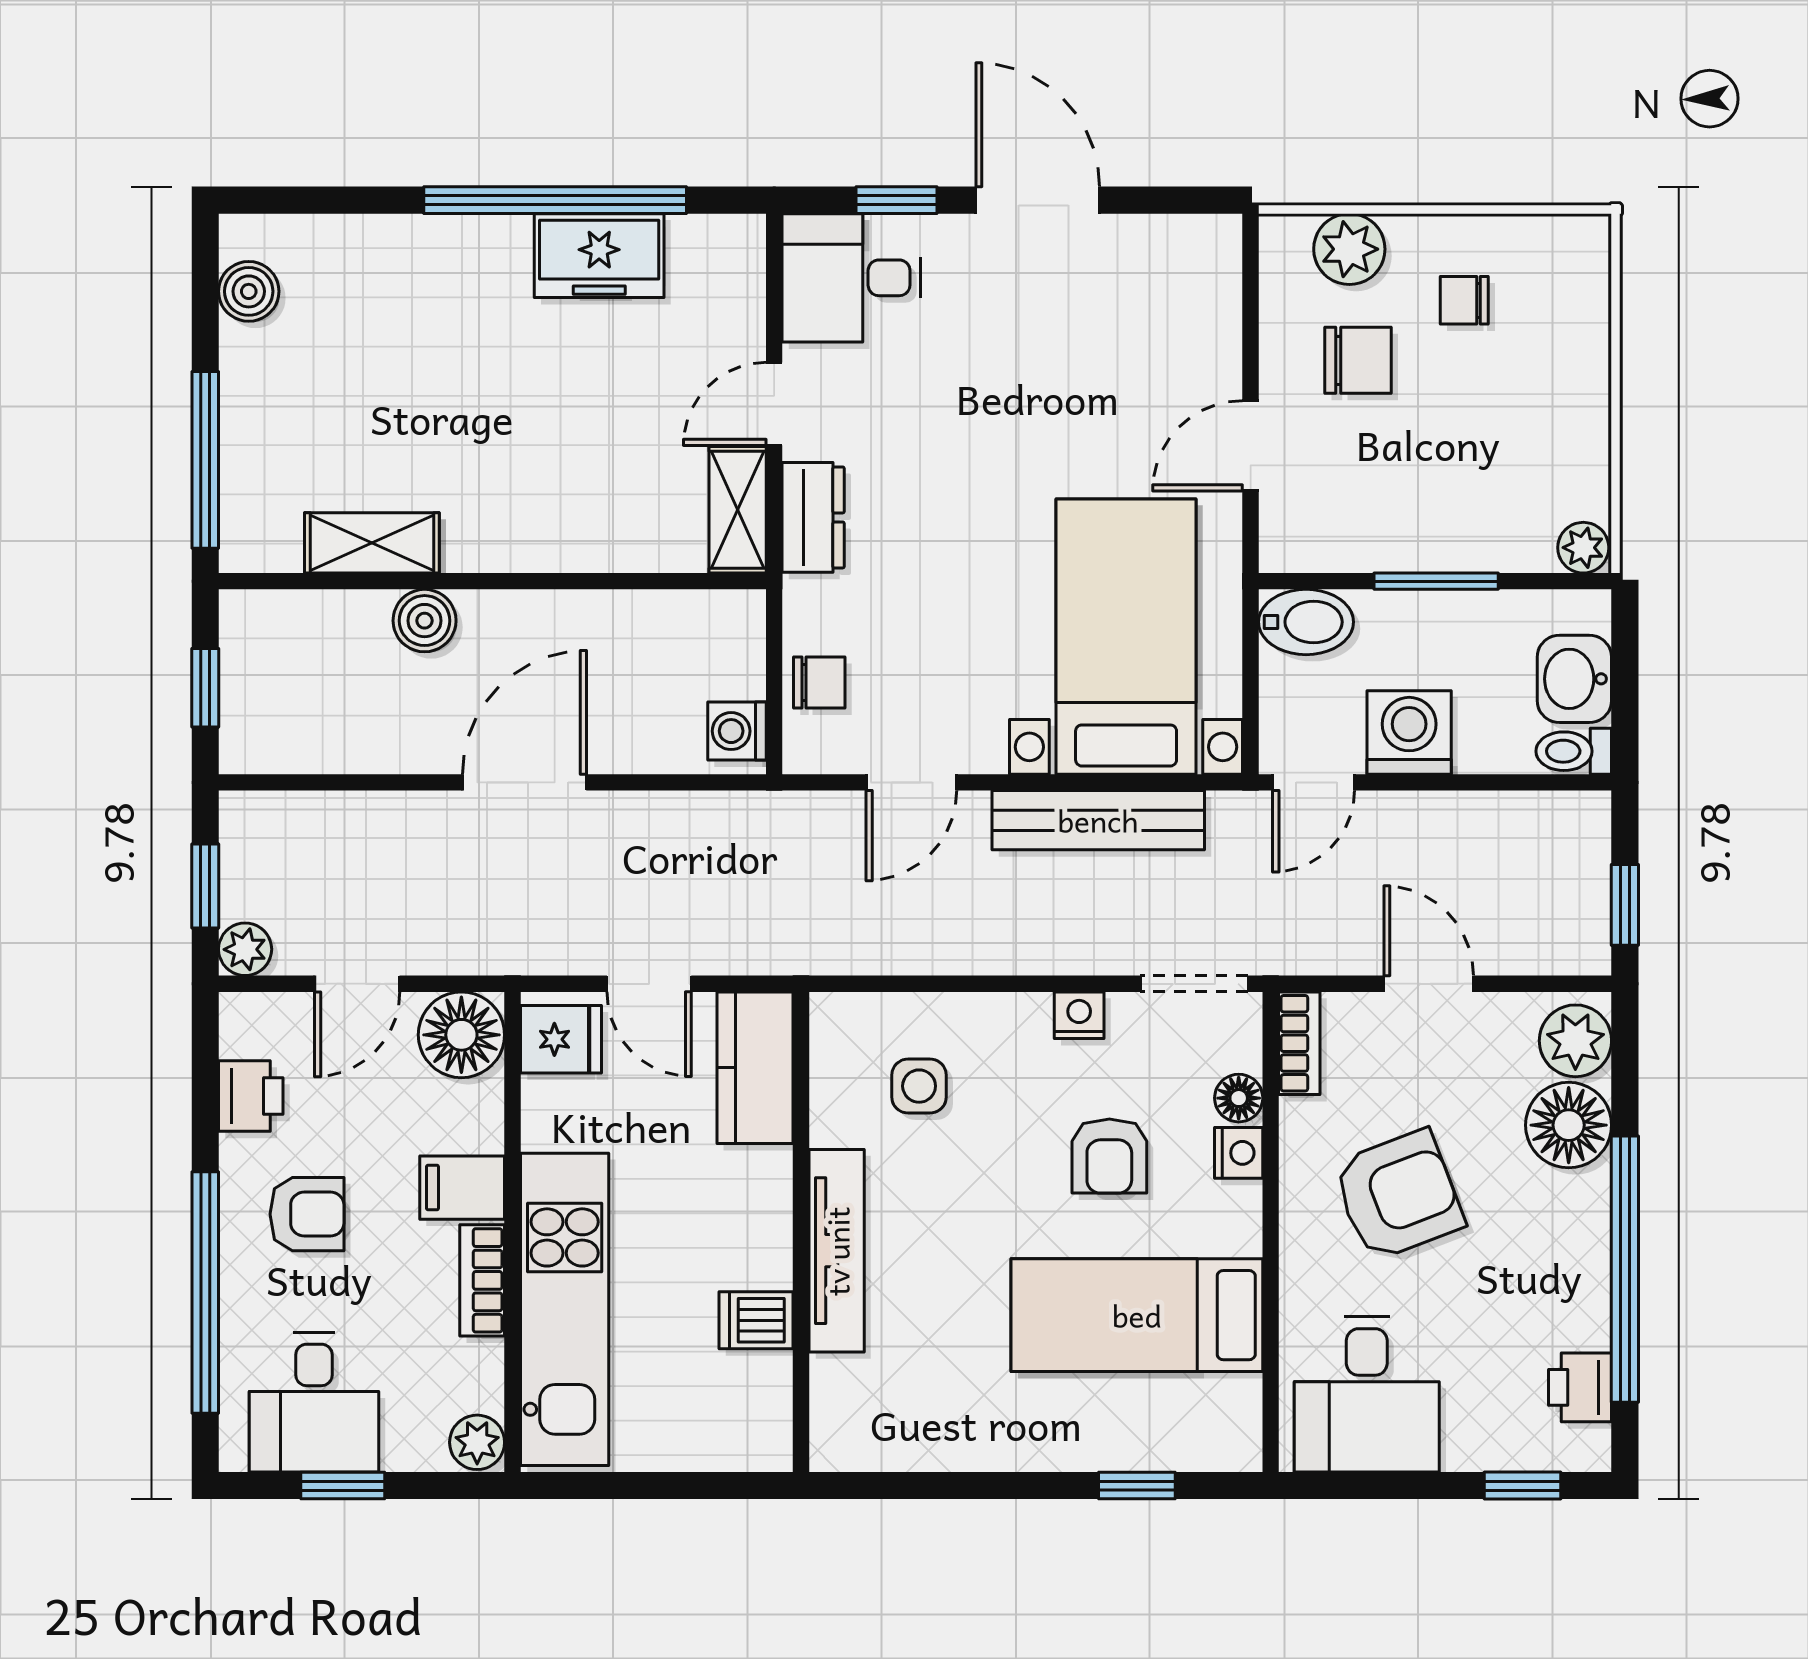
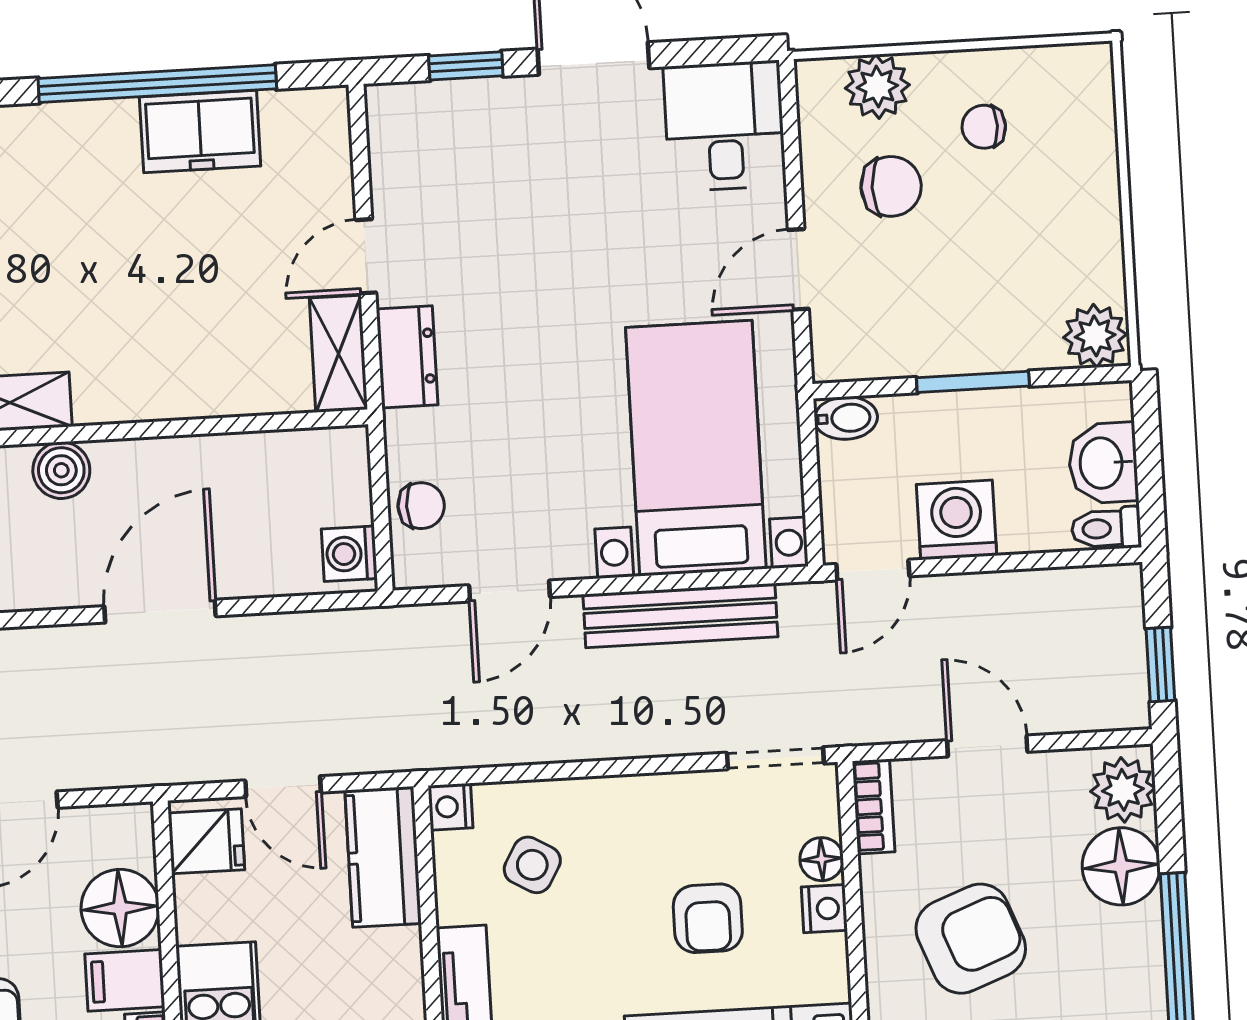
desk: (852, 278) -> (725, 126), moved, turned 90
plant: (1583, 548) -> (1095, 336), width x1.38, depth x1.38
bidet: (1306, 622) -> (846, 418), width x0.72, depth x0.74
nightstand: (1079, 1015) -> (450, 807), moved, turned -90
floor lamp: (461, 1035) -> (120, 908), moved
side table: (919, 1086) -> (532, 865), turned 30

